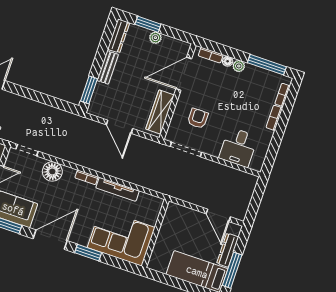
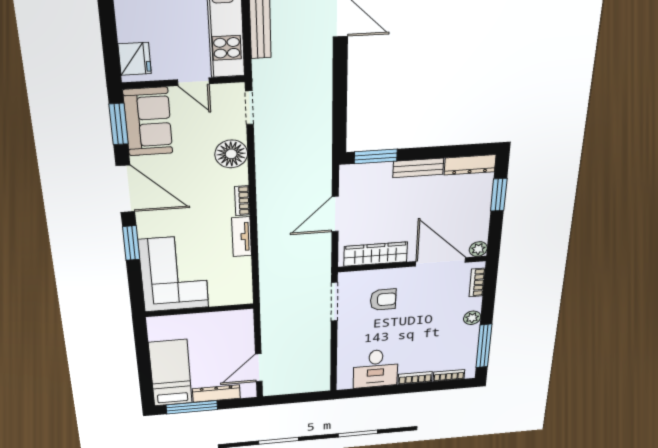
plant: (155, 38) -> (478, 249), moved
floor lamp: (228, 61) -> (475, 304), removed
desk: (238, 147) -> (376, 369), moved, turned -90
tv unit: (118, 189) -> (242, 237), width x0.71

